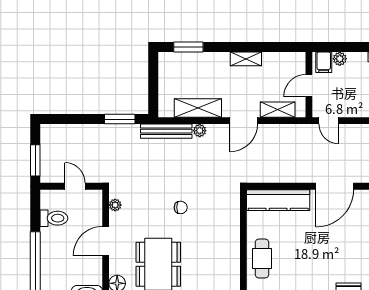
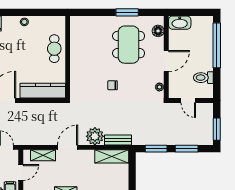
shelving: (198, 108) -> (112, 156), moved
window: (77, 119) -> (187, 149), added
bench: (166, 131) -> (118, 140), width x0.73
plant: (200, 131) -> (95, 136), width x1.88, depth x1.88
window: (35, 160) -> (217, 129), moved

